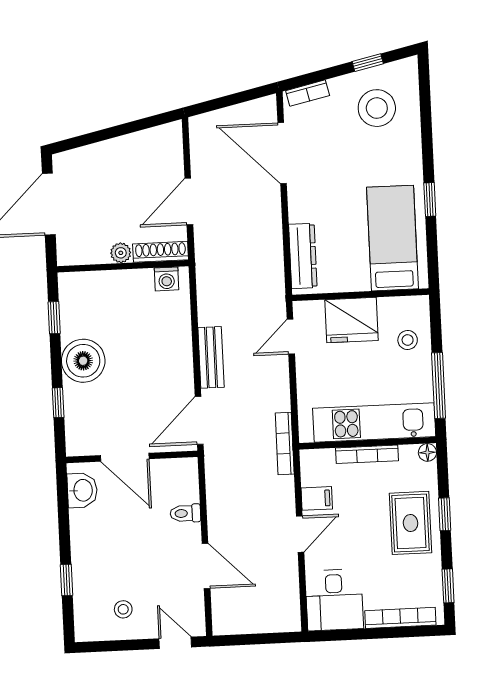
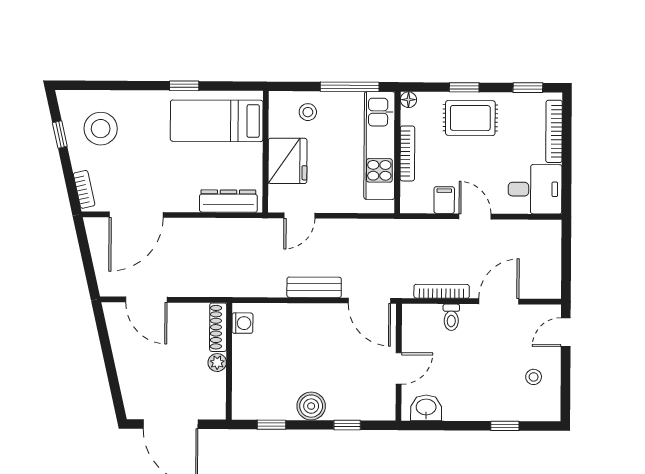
door: (189, 202) -> (146, 300), moved
door: (291, 337) -> (299, 216), hinge flipped
boiler: (83, 361) -> (311, 406), width x0.73, depth x0.73
bookcase: (285, 444) -> (442, 291), moved, turned 180
door: (125, 457) -> (399, 368), width x0.73

